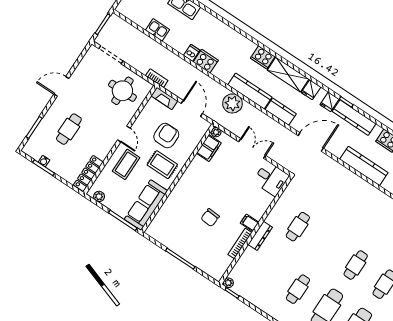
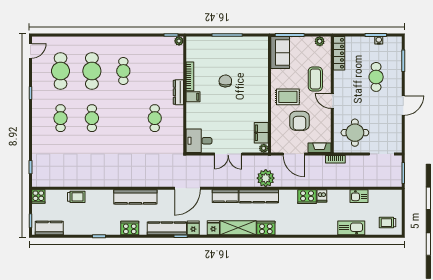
sofa: (146, 205) -> (280, 53), width x0.73

